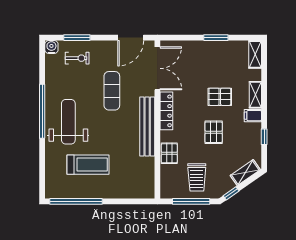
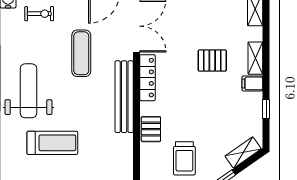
pallet: (214, 132) -> (205, 104), removed

